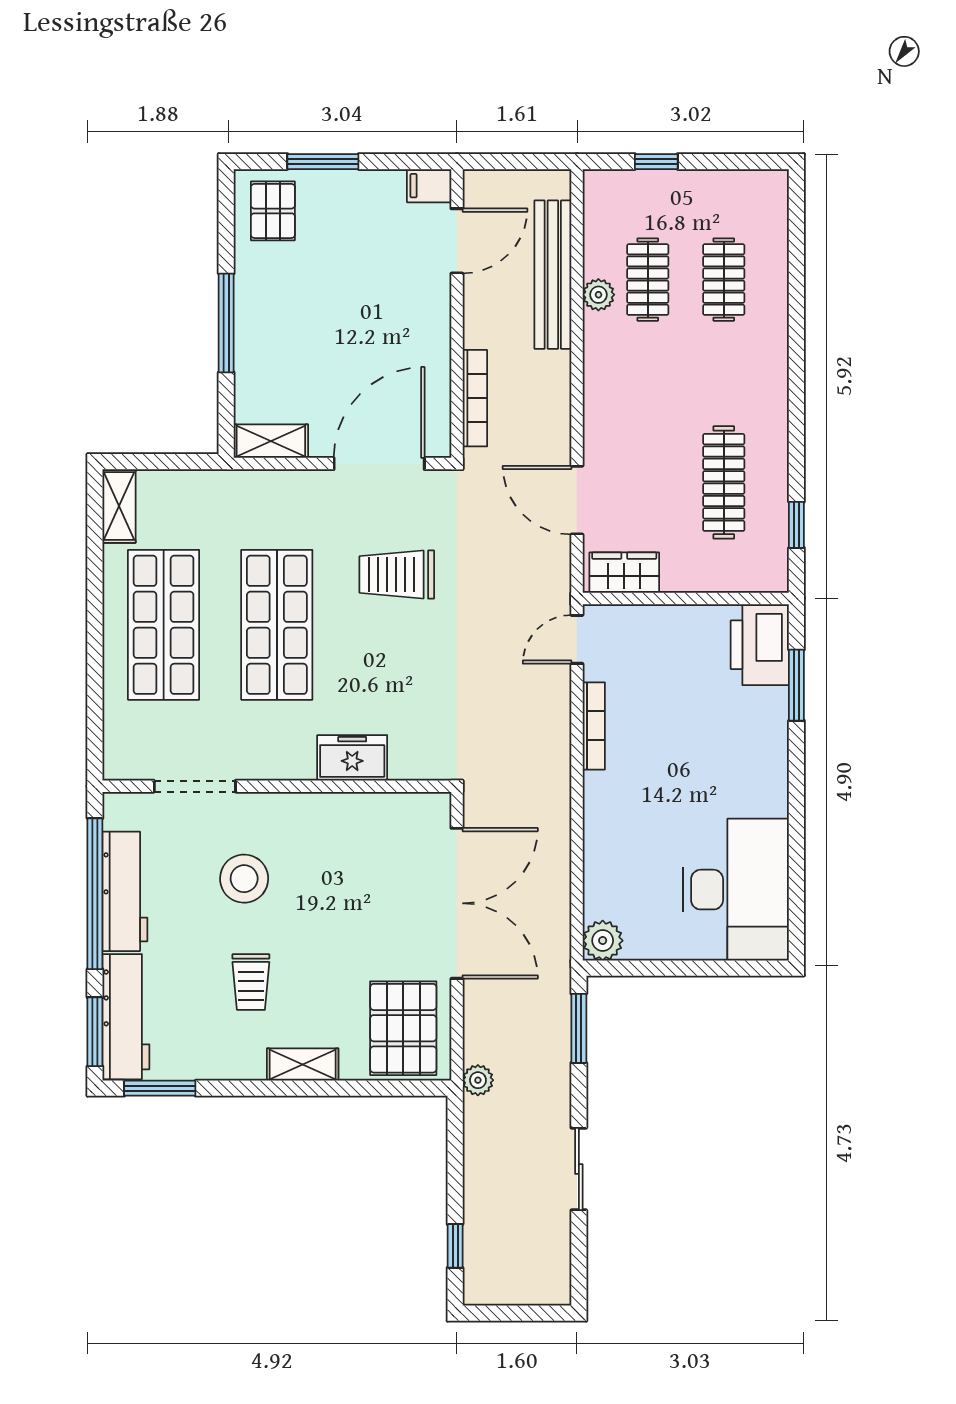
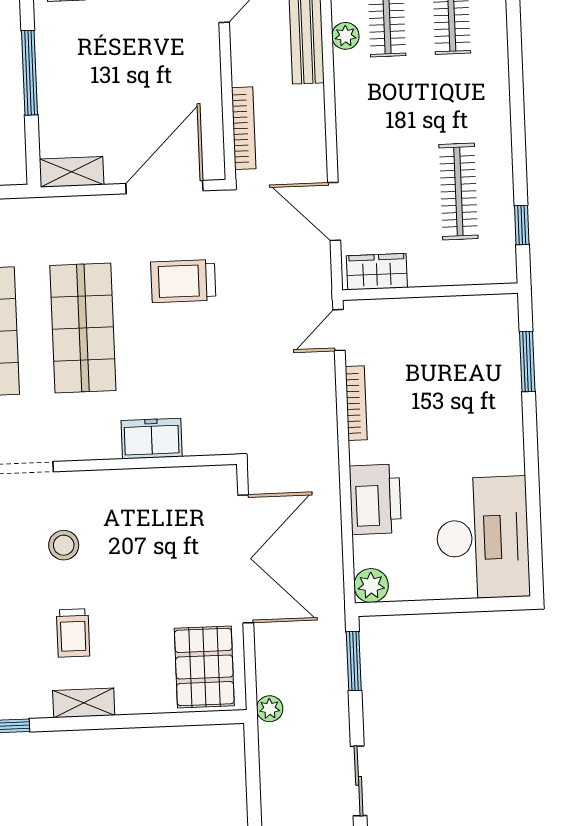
printer: (760, 645) -> (375, 499), moved, turned 180
stool: (244, 879) -> (64, 545), width x0.73, depth x0.73
shelving: (303, 1065) -> (84, 703), moved

